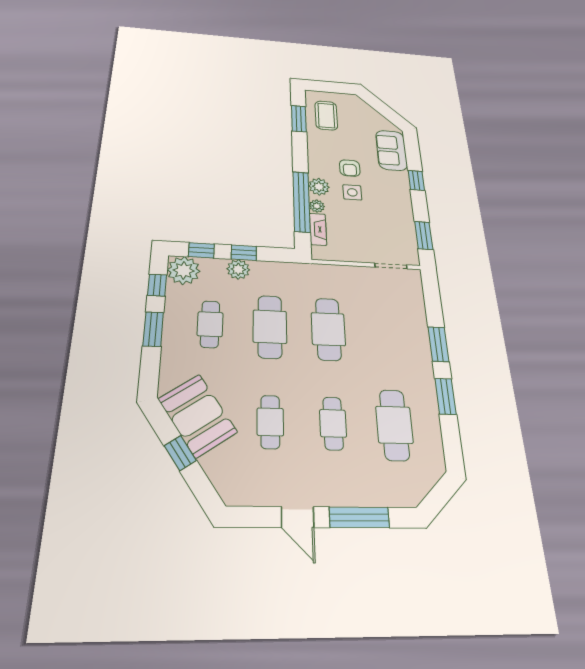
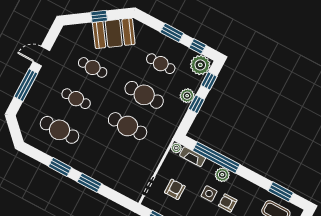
plant: (317, 206) -> (176, 148), moved
armchair: (374, 233) -> (175, 189), added

